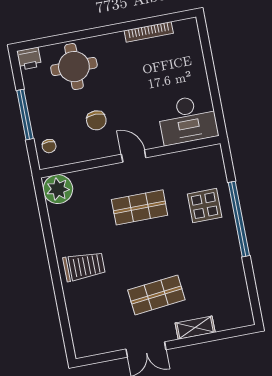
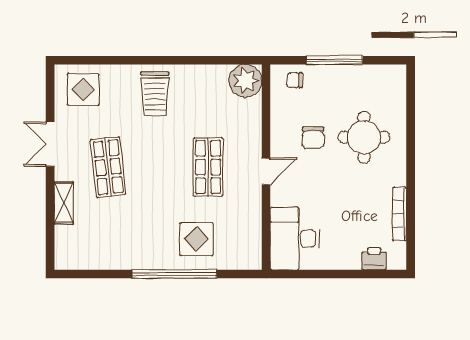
printer: (29, 59) -> (374, 259), moved, turned 90
round table: (74, 67) -> (364, 137), moved
chair: (96, 120) -> (313, 138), turned -90
display table: (92, 330) -> (83, 89), added

